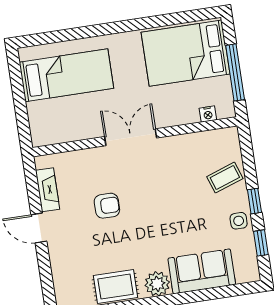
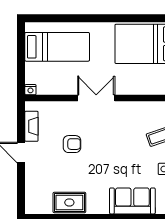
nightstand: (208, 114) -> (30, 90), moved
plant: (157, 284) -> (99, 205), removed

